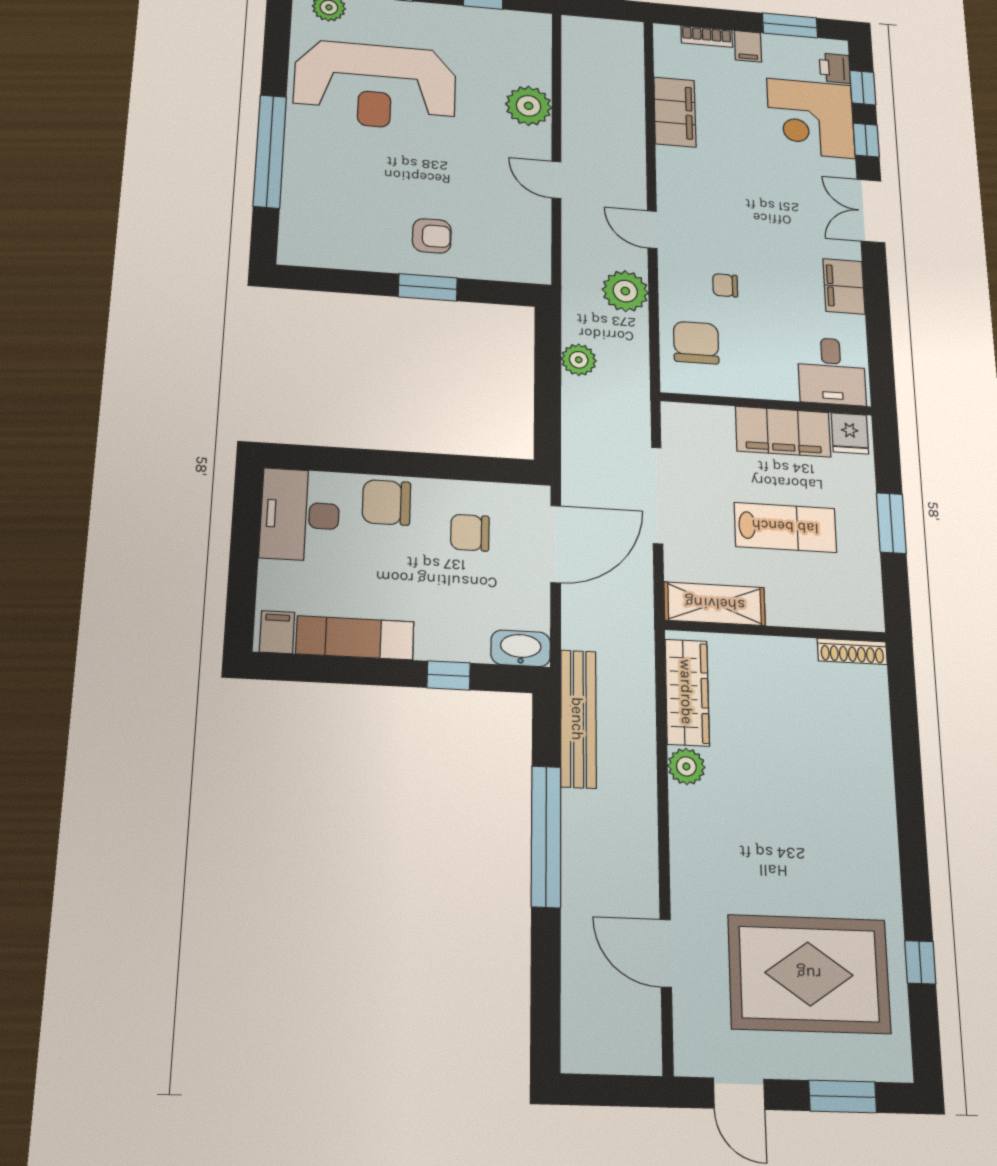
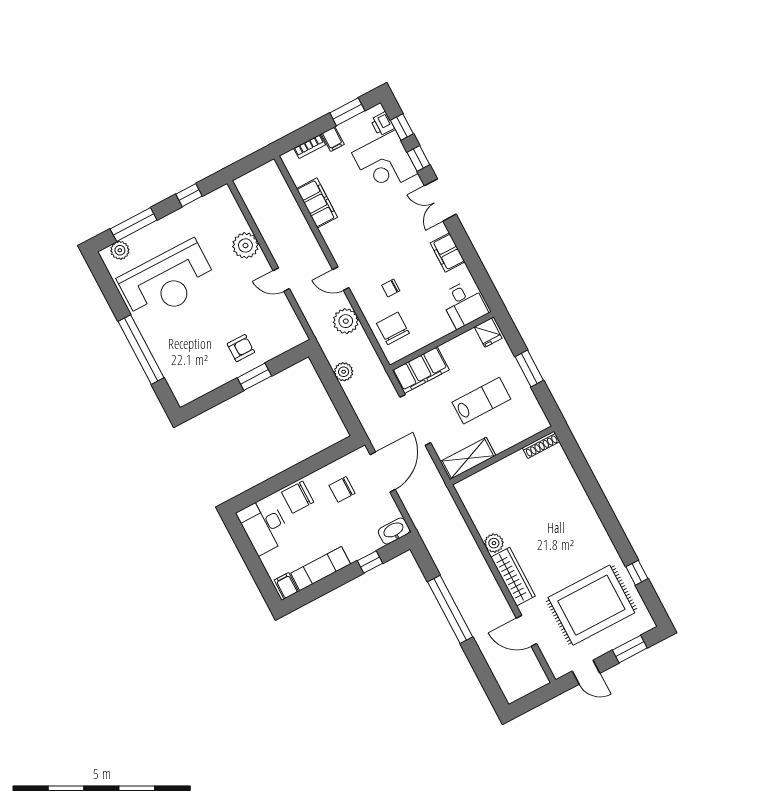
filing cabinet: (783, 432) -> (421, 370), moved
wardrobe: (687, 692) -> (513, 577), moved
bench: (578, 719) -> (436, 549), removed

